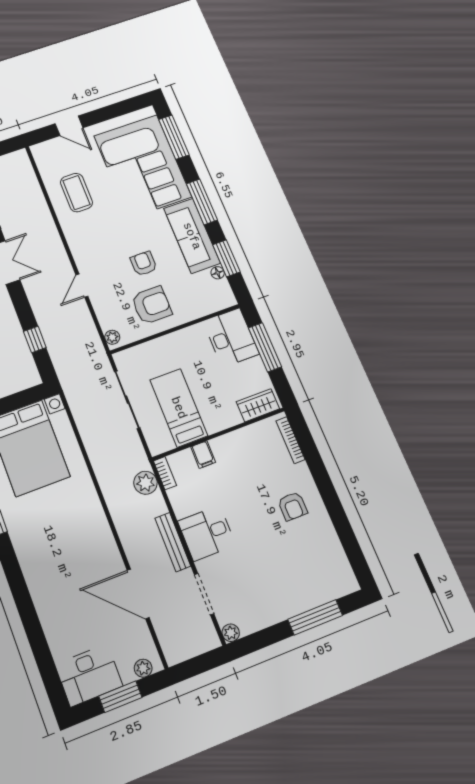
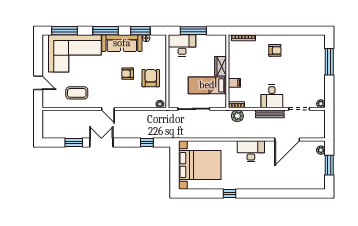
door: (69, 126) -> (38, 83), hinge flipped
door: (82, 286) -> (108, 109), moved
wardrobe: (258, 405) -> (221, 66), moved
desk: (89, 675) -> (251, 151), moved, turned -90

